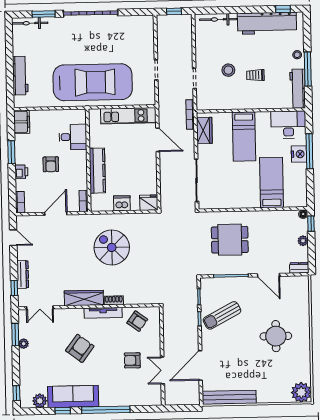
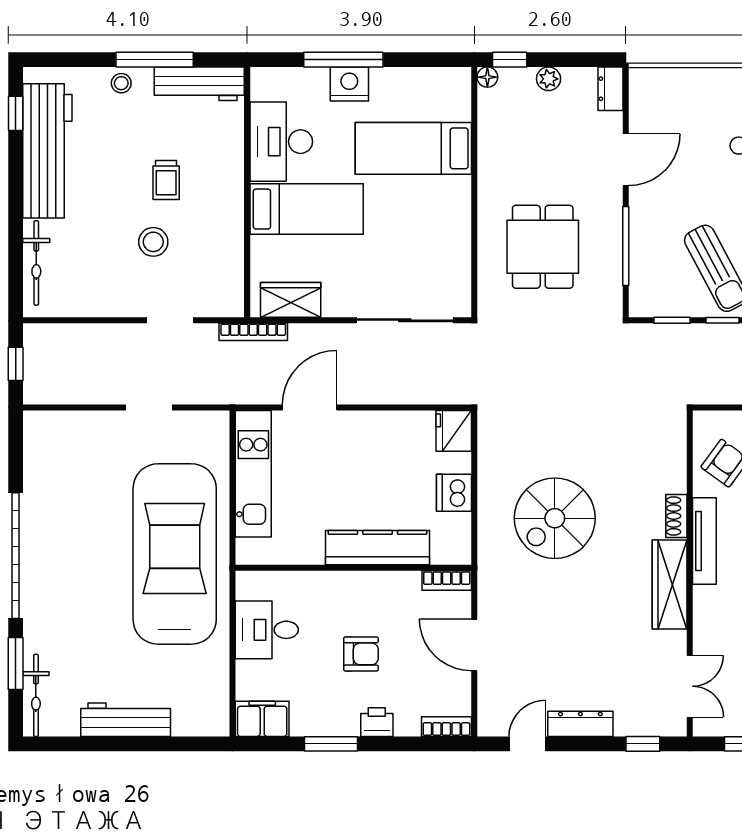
workbench: (20, 76) -> (126, 720), moved
desk: (288, 125) -> (281, 142), moved
desk: (73, 137) -> (267, 630), moved, turned -90
dresser: (23, 274) -> (580, 724), moved

